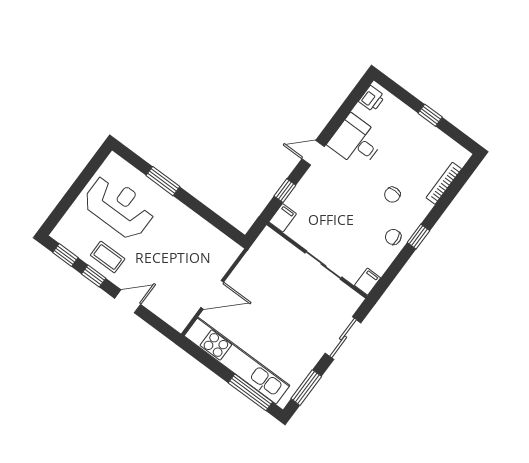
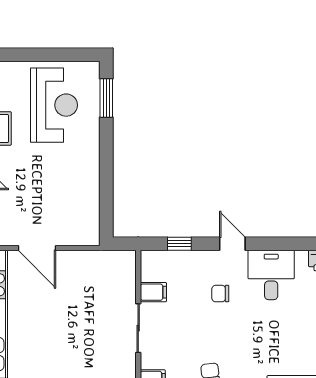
window: (163, 181) -> (106, 98), moved
chair: (392, 195) -> (220, 294), moved
filing cabinet: (283, 218) -> (153, 292), moved

